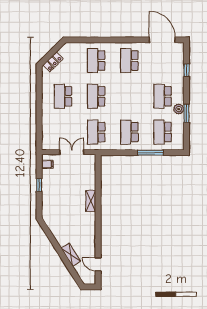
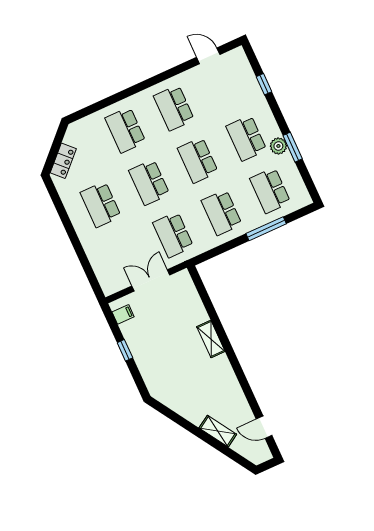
door: (162, 40) -> (208, 56), width x0.53
school desk: (129, 96) -> (198, 160), added

